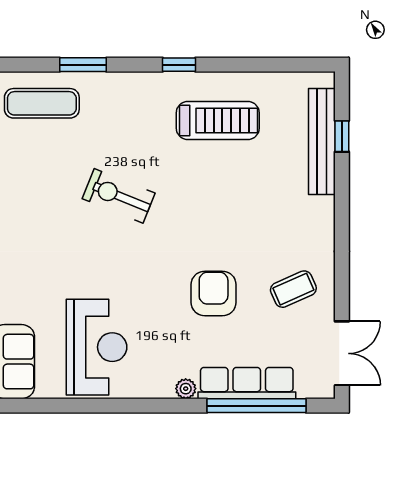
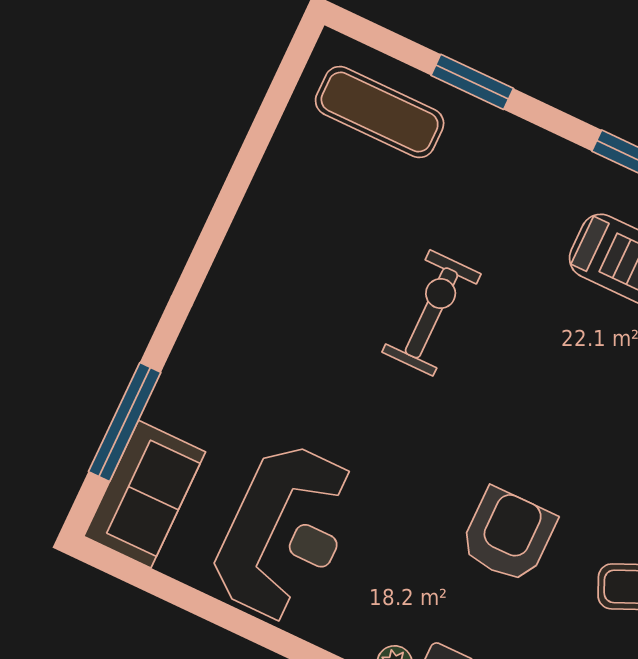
exercise bike: (119, 196) -> (431, 313), turned 68

